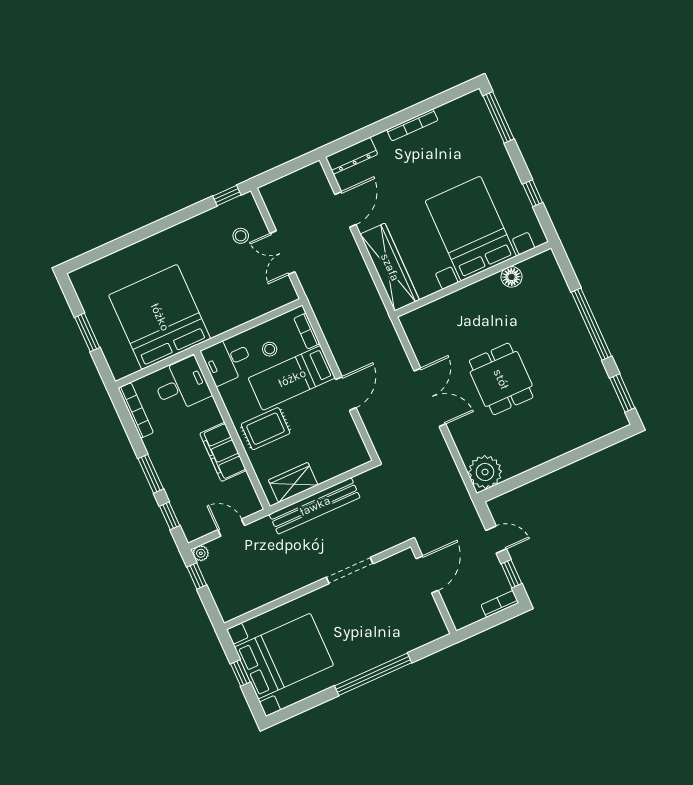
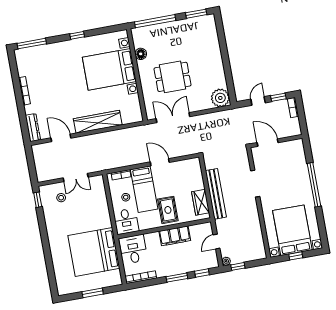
bed with nightstands: (471, 229) -> (109, 69), moved
floor lamp: (511, 277) -> (141, 54), moved
wall: (473, 279) -> (137, 75), moved

